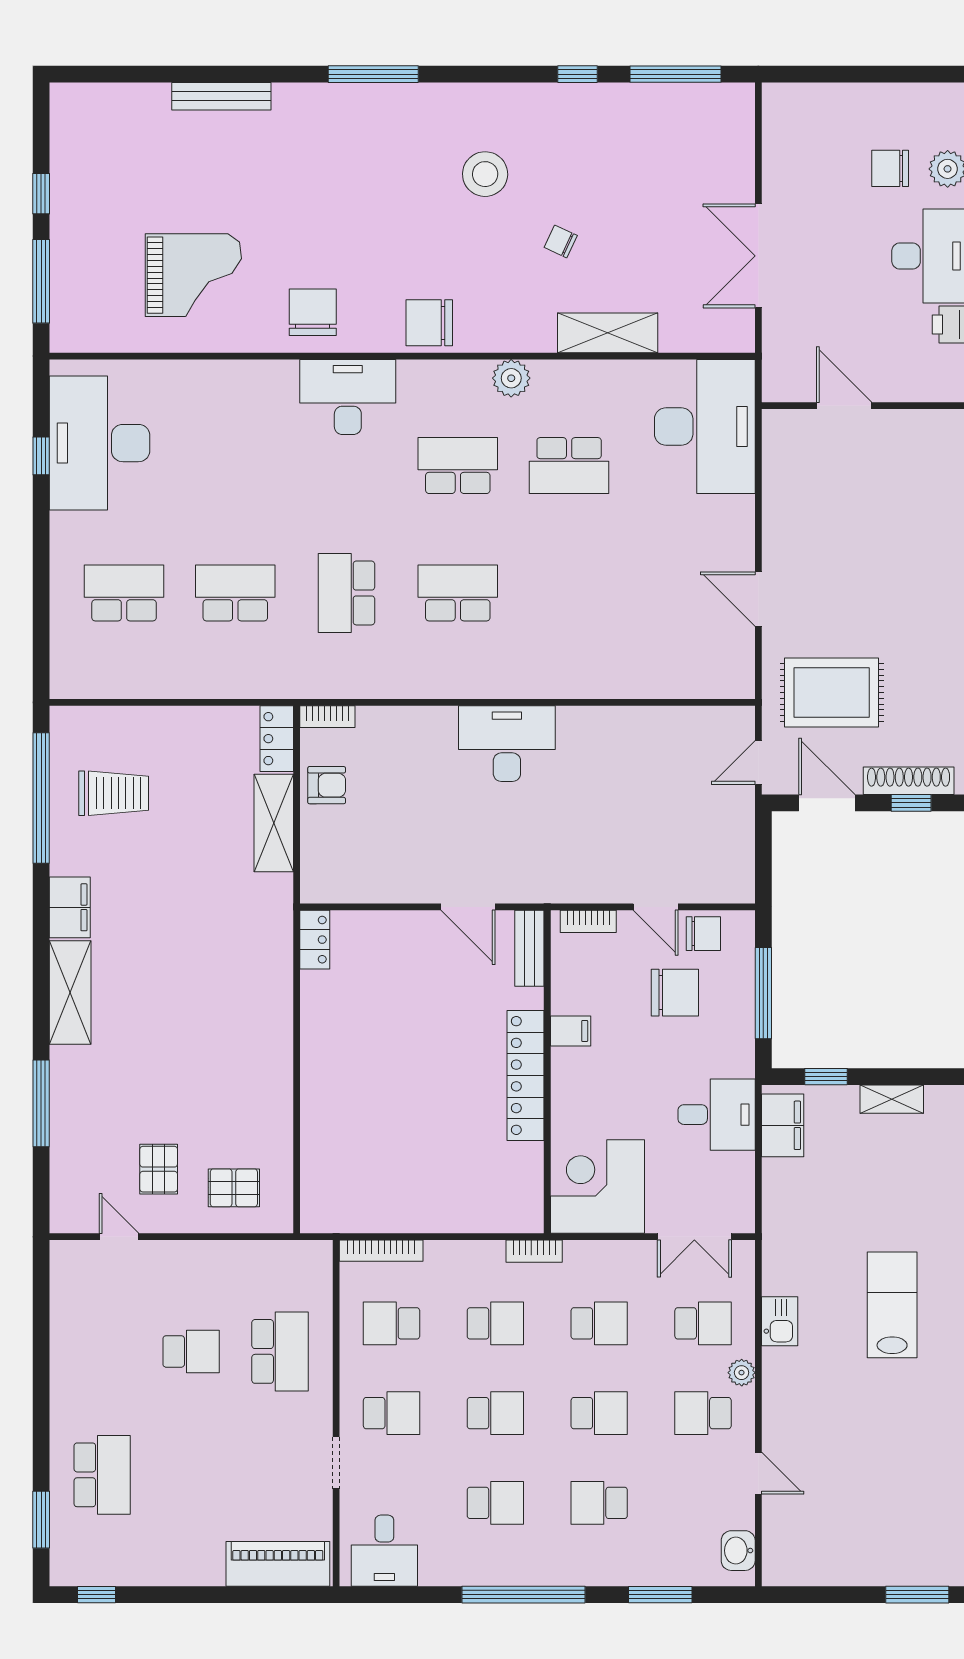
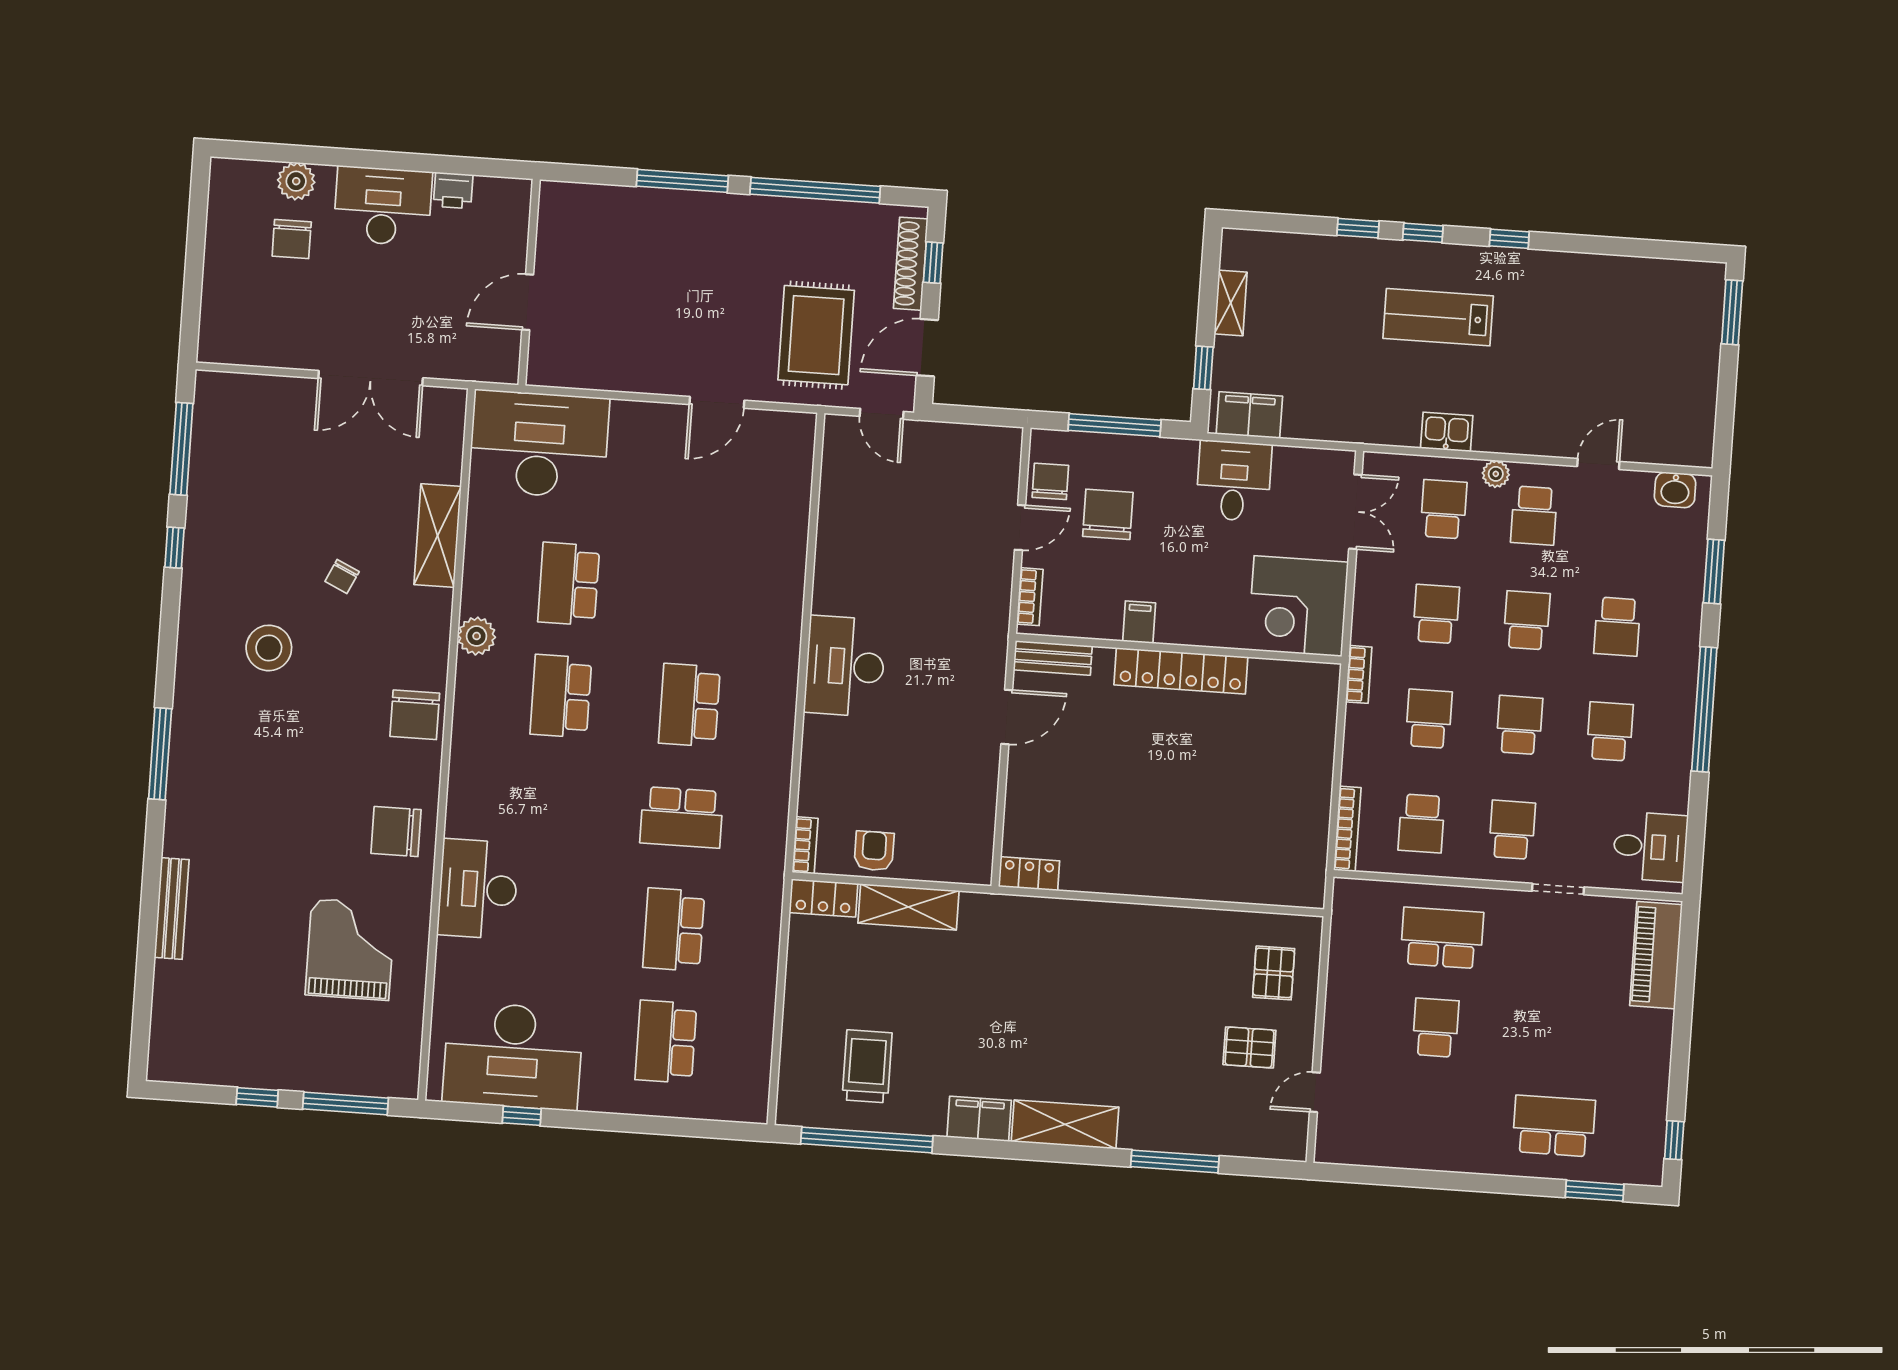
desk: (348, 397) -> (478, 889), moved
school desk: (569, 466) -> (569, 584), turned 180

